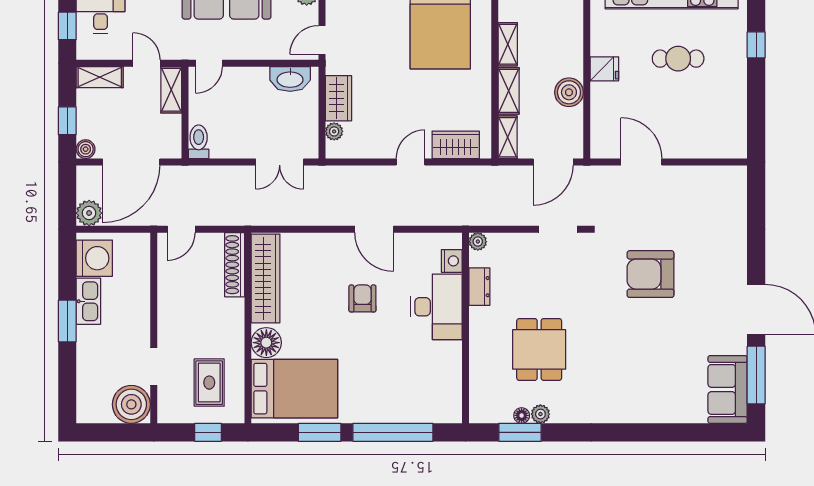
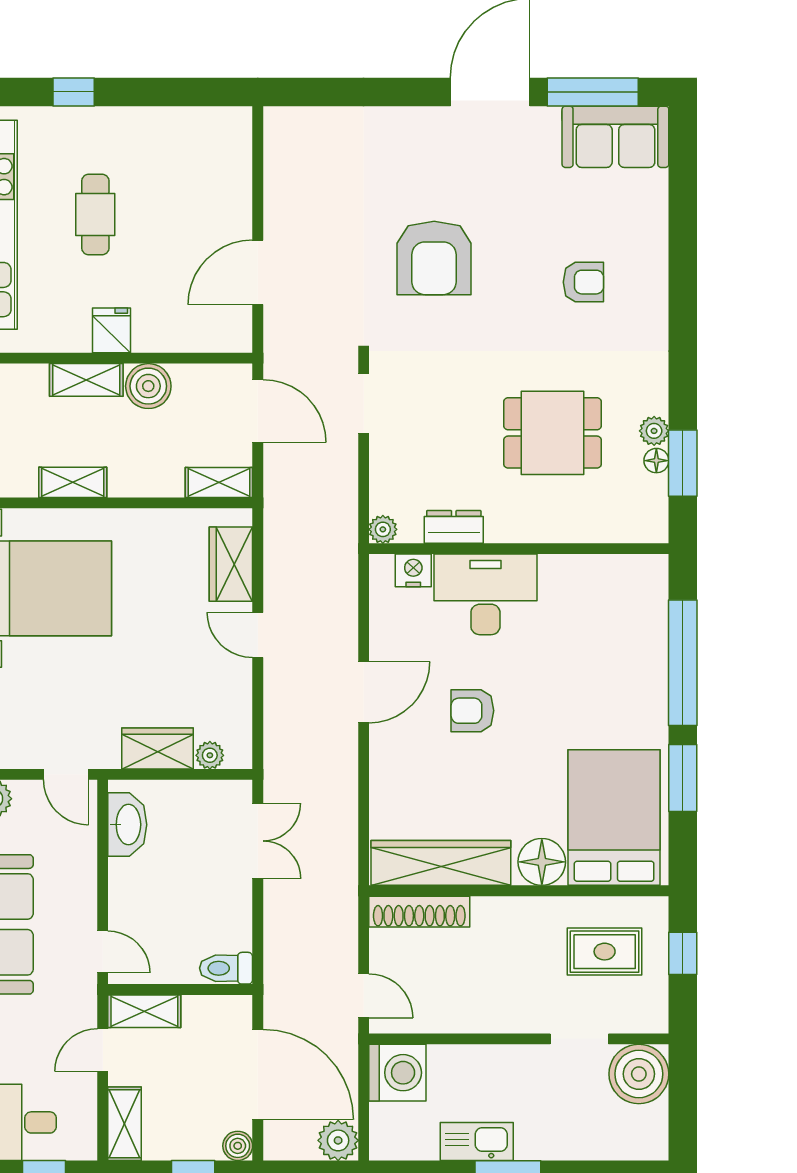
shelving: (509, 91) -> (86, 380), moved
washing machine: (94, 258) -> (397, 1073), moved, turned 90
armchair: (635, 369) -> (583, 282), added

